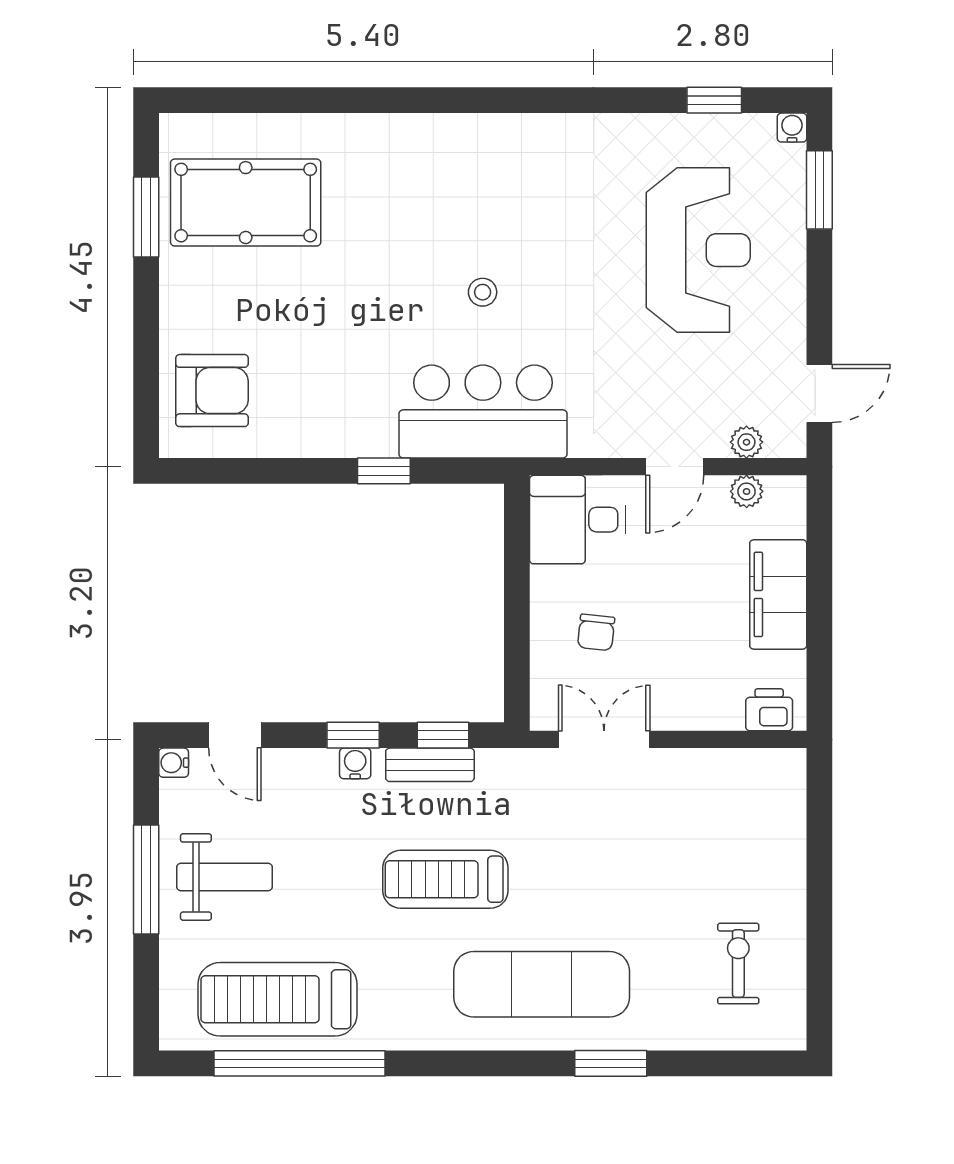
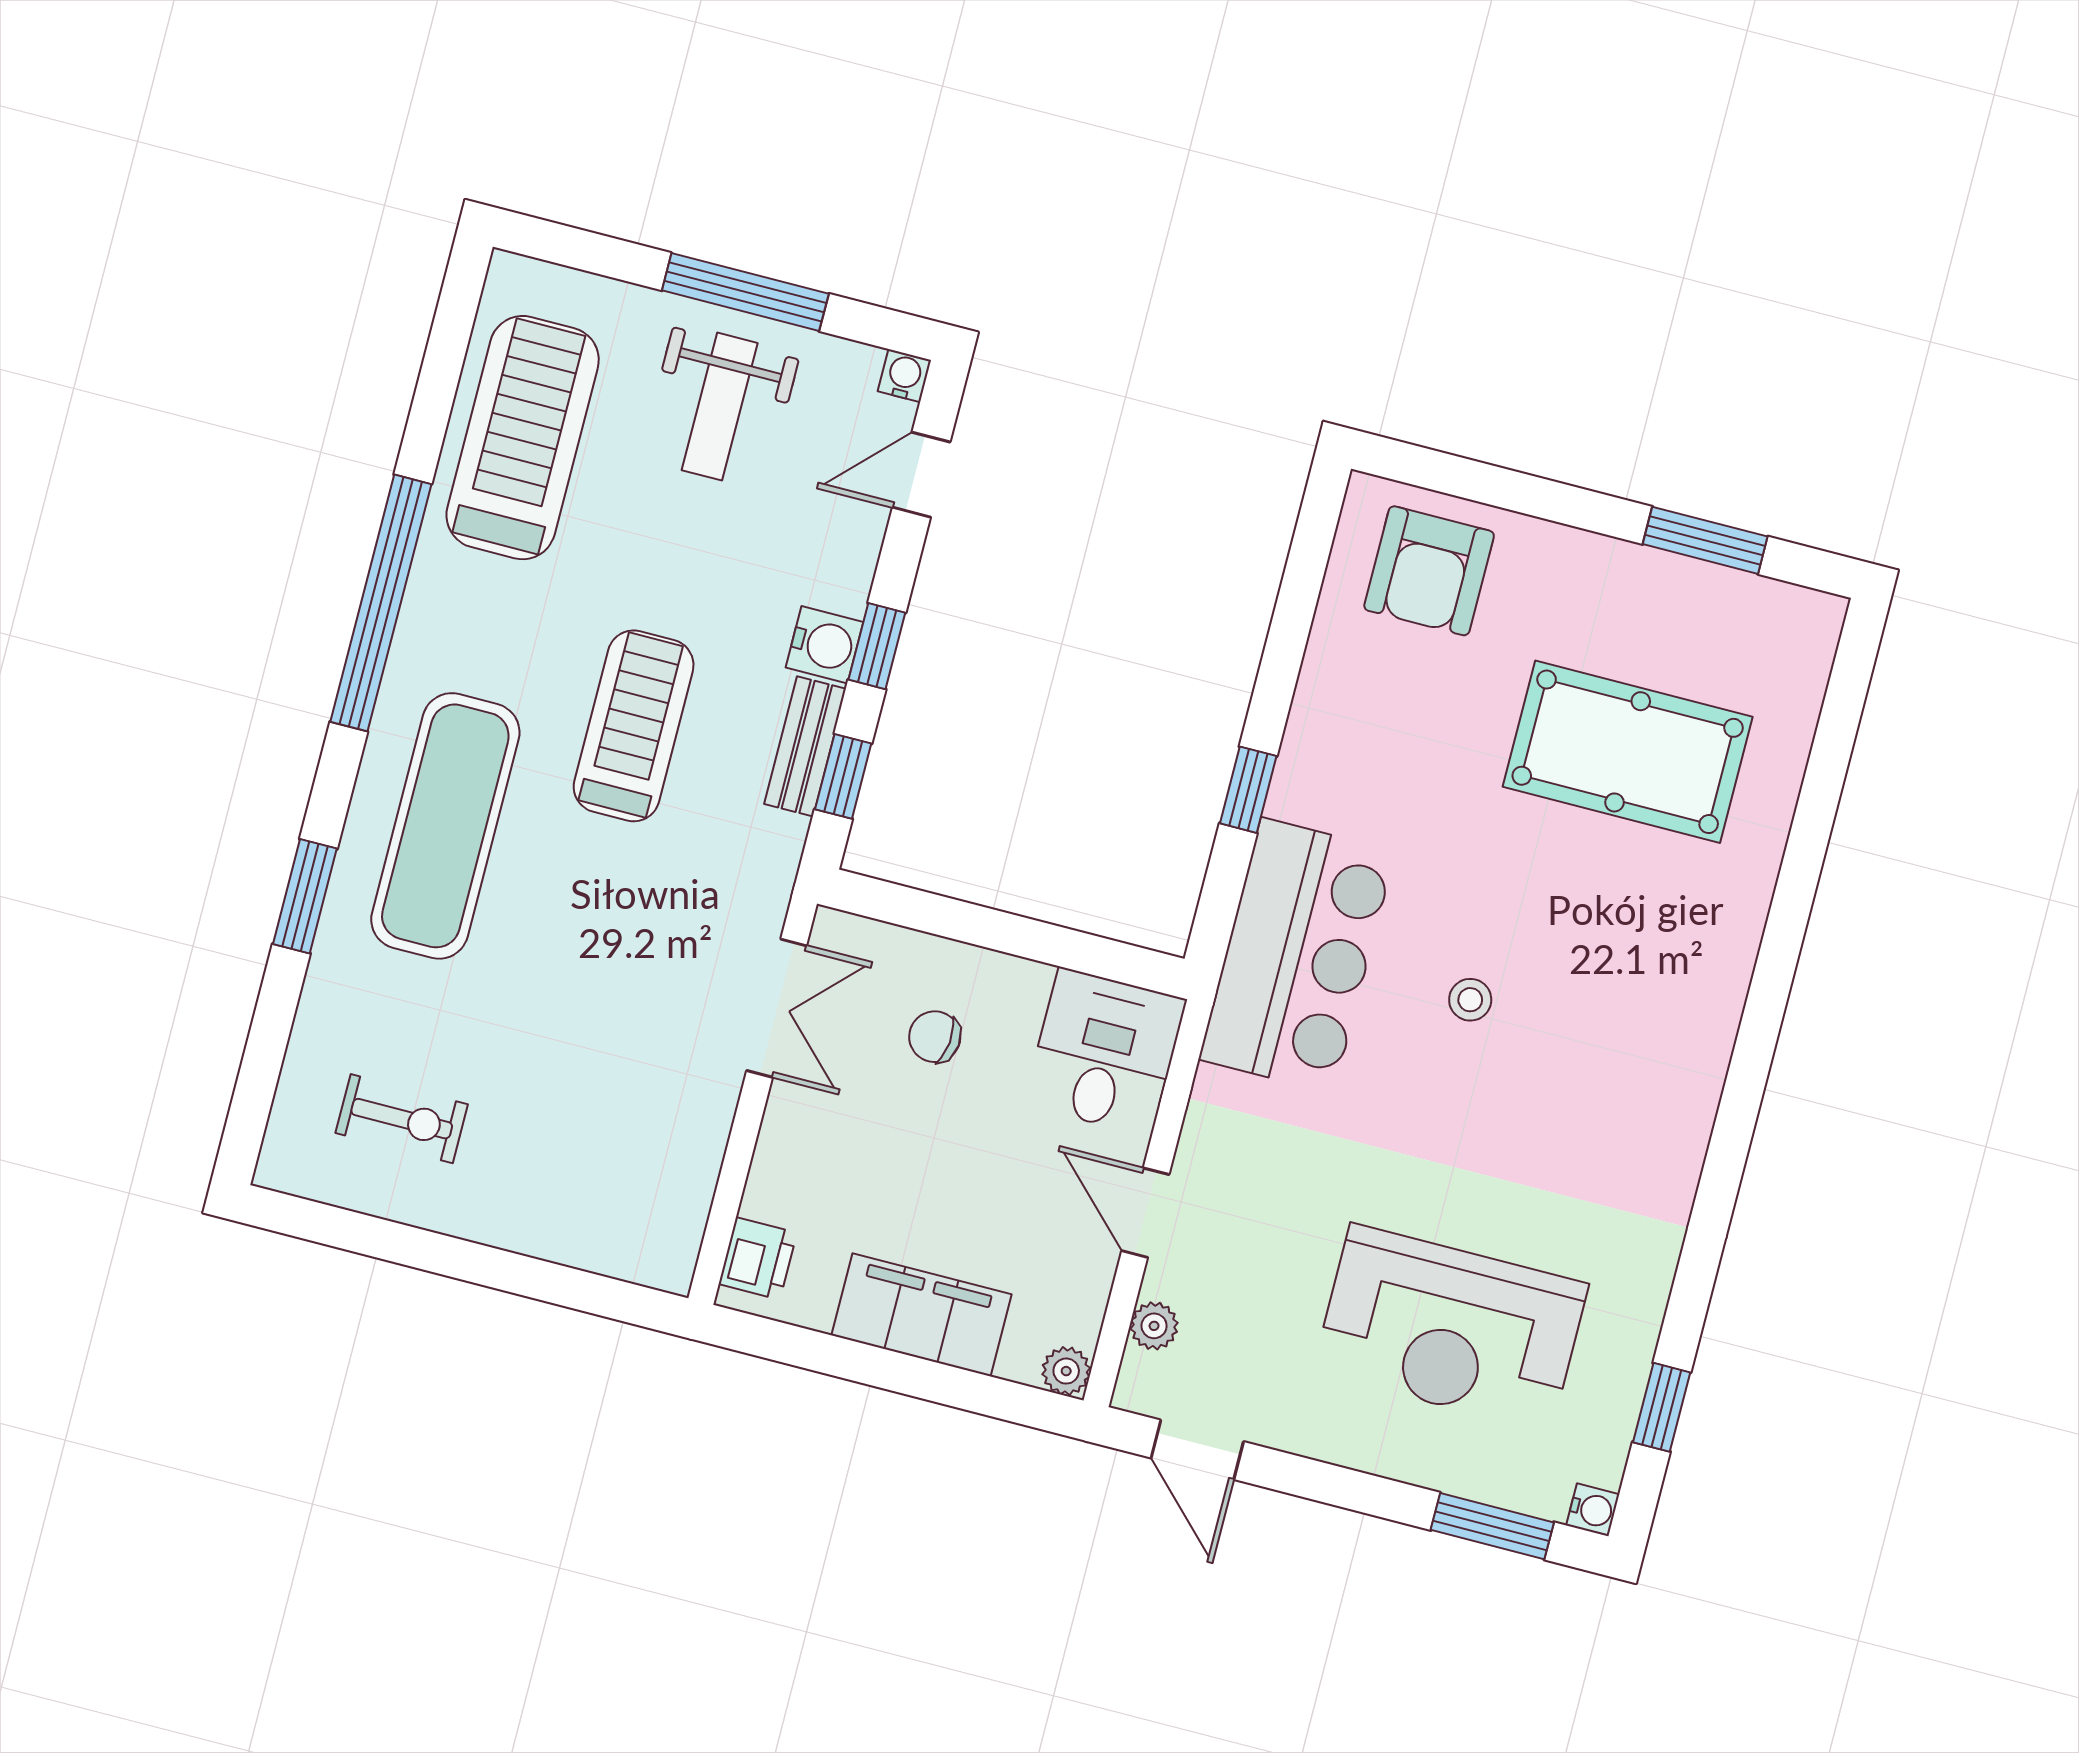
pool table: (246, 203) -> (1628, 752), moved, turned 90
plant: (747, 491) -> (1066, 1371), moved
water cooler: (355, 763) -> (824, 645), width x1.38, depth x1.38
window: (299, 1063) -> (381, 603), moved

